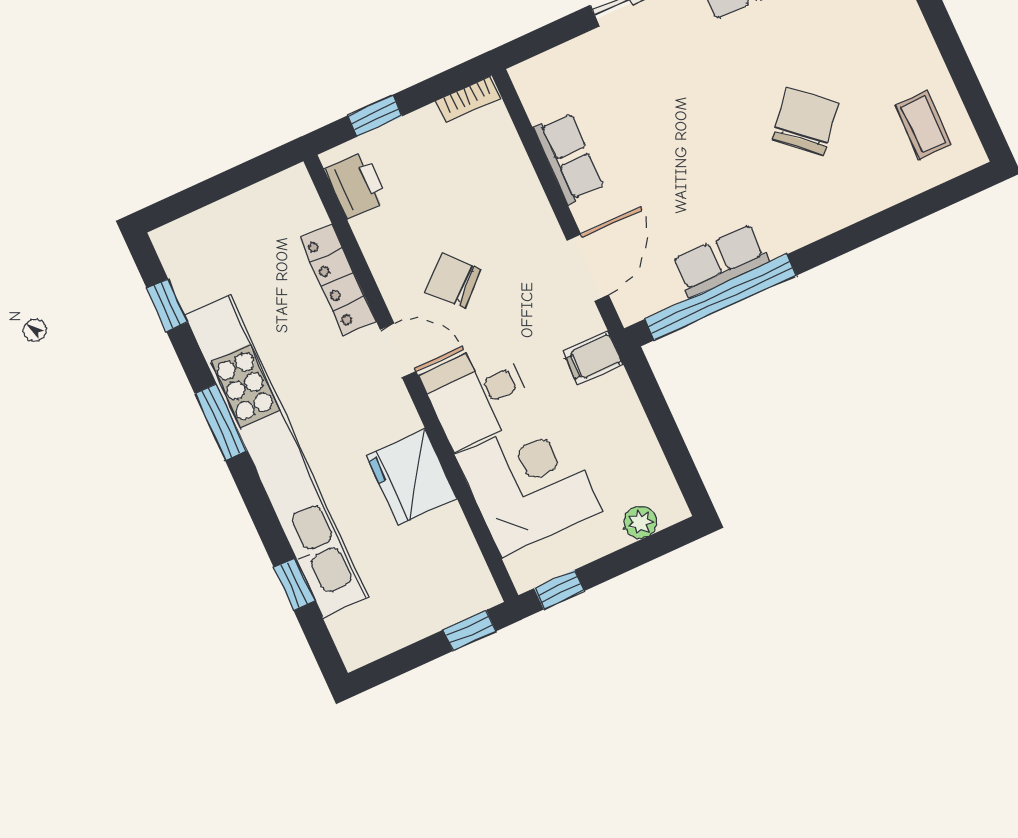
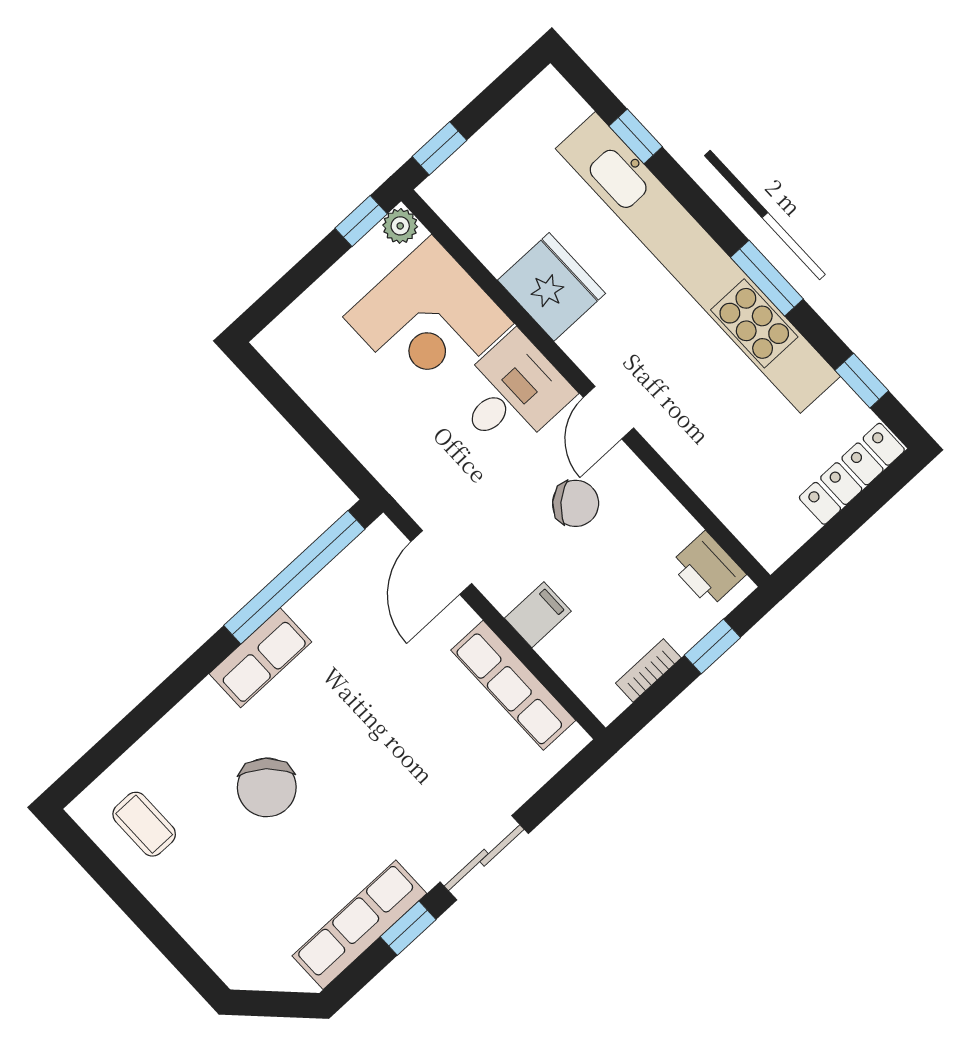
bookcase: (468, 99) -> (648, 670), moved
row of seats: (569, 158) -> (513, 685), width x1.48
row of seats: (721, 261) -> (260, 658), moved
locker: (338, 280) -> (852, 474), moved, turned -90
door: (398, 350) -> (608, 413), hinge flipped
filing cabinet: (593, 358) -> (538, 615), moved
plant: (640, 522) -> (400, 226), moved

